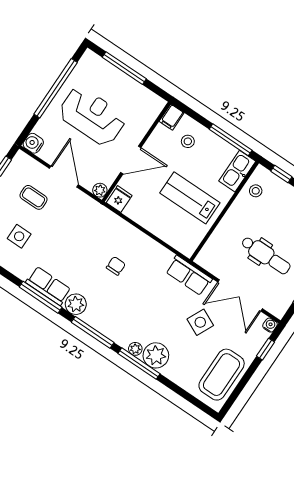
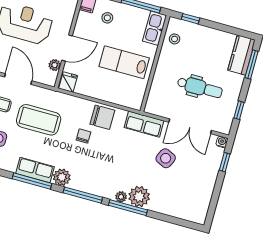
plant: (100, 190) -> (55, 65), moved
chair: (144, 252) -> (102, 117), added
coffee table: (222, 375) -> (39, 120), moved, turned 90

